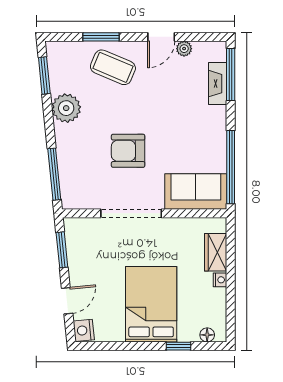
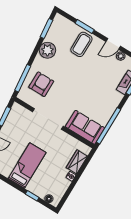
coffee table: (113, 67) -> (81, 44), turned 67
armchair: (128, 151) -> (41, 84), moved, turned 90
bed: (151, 304) -> (27, 165), width x0.67

